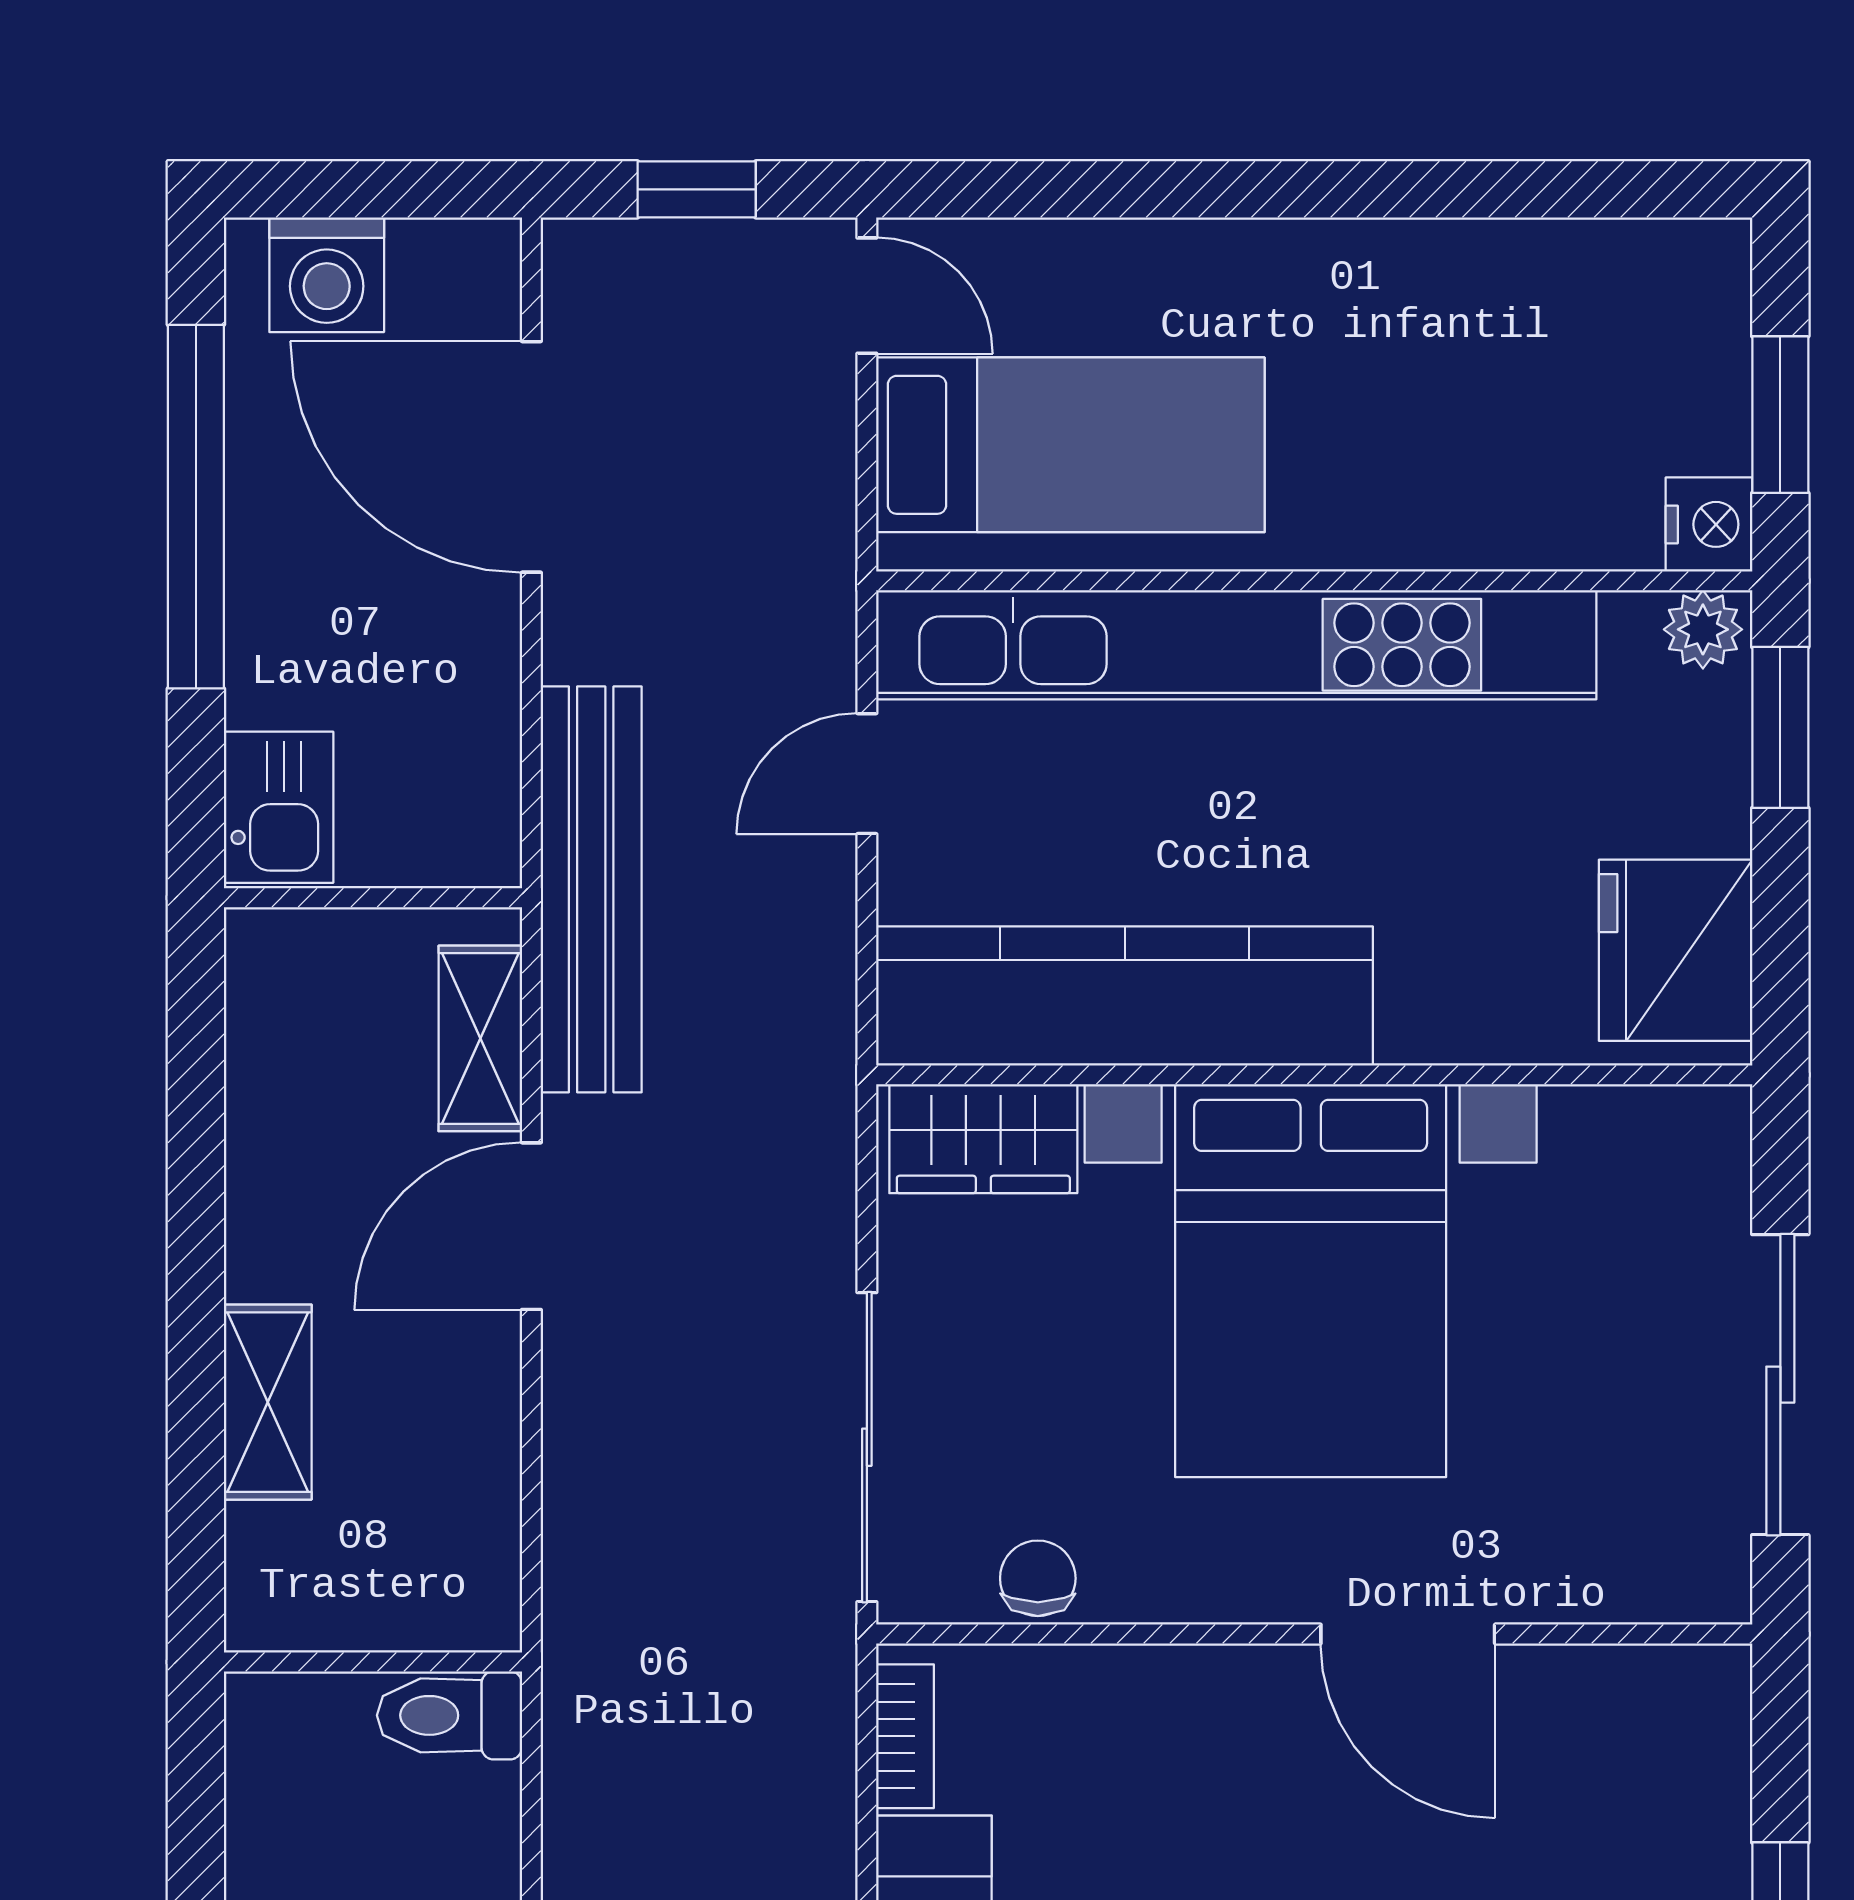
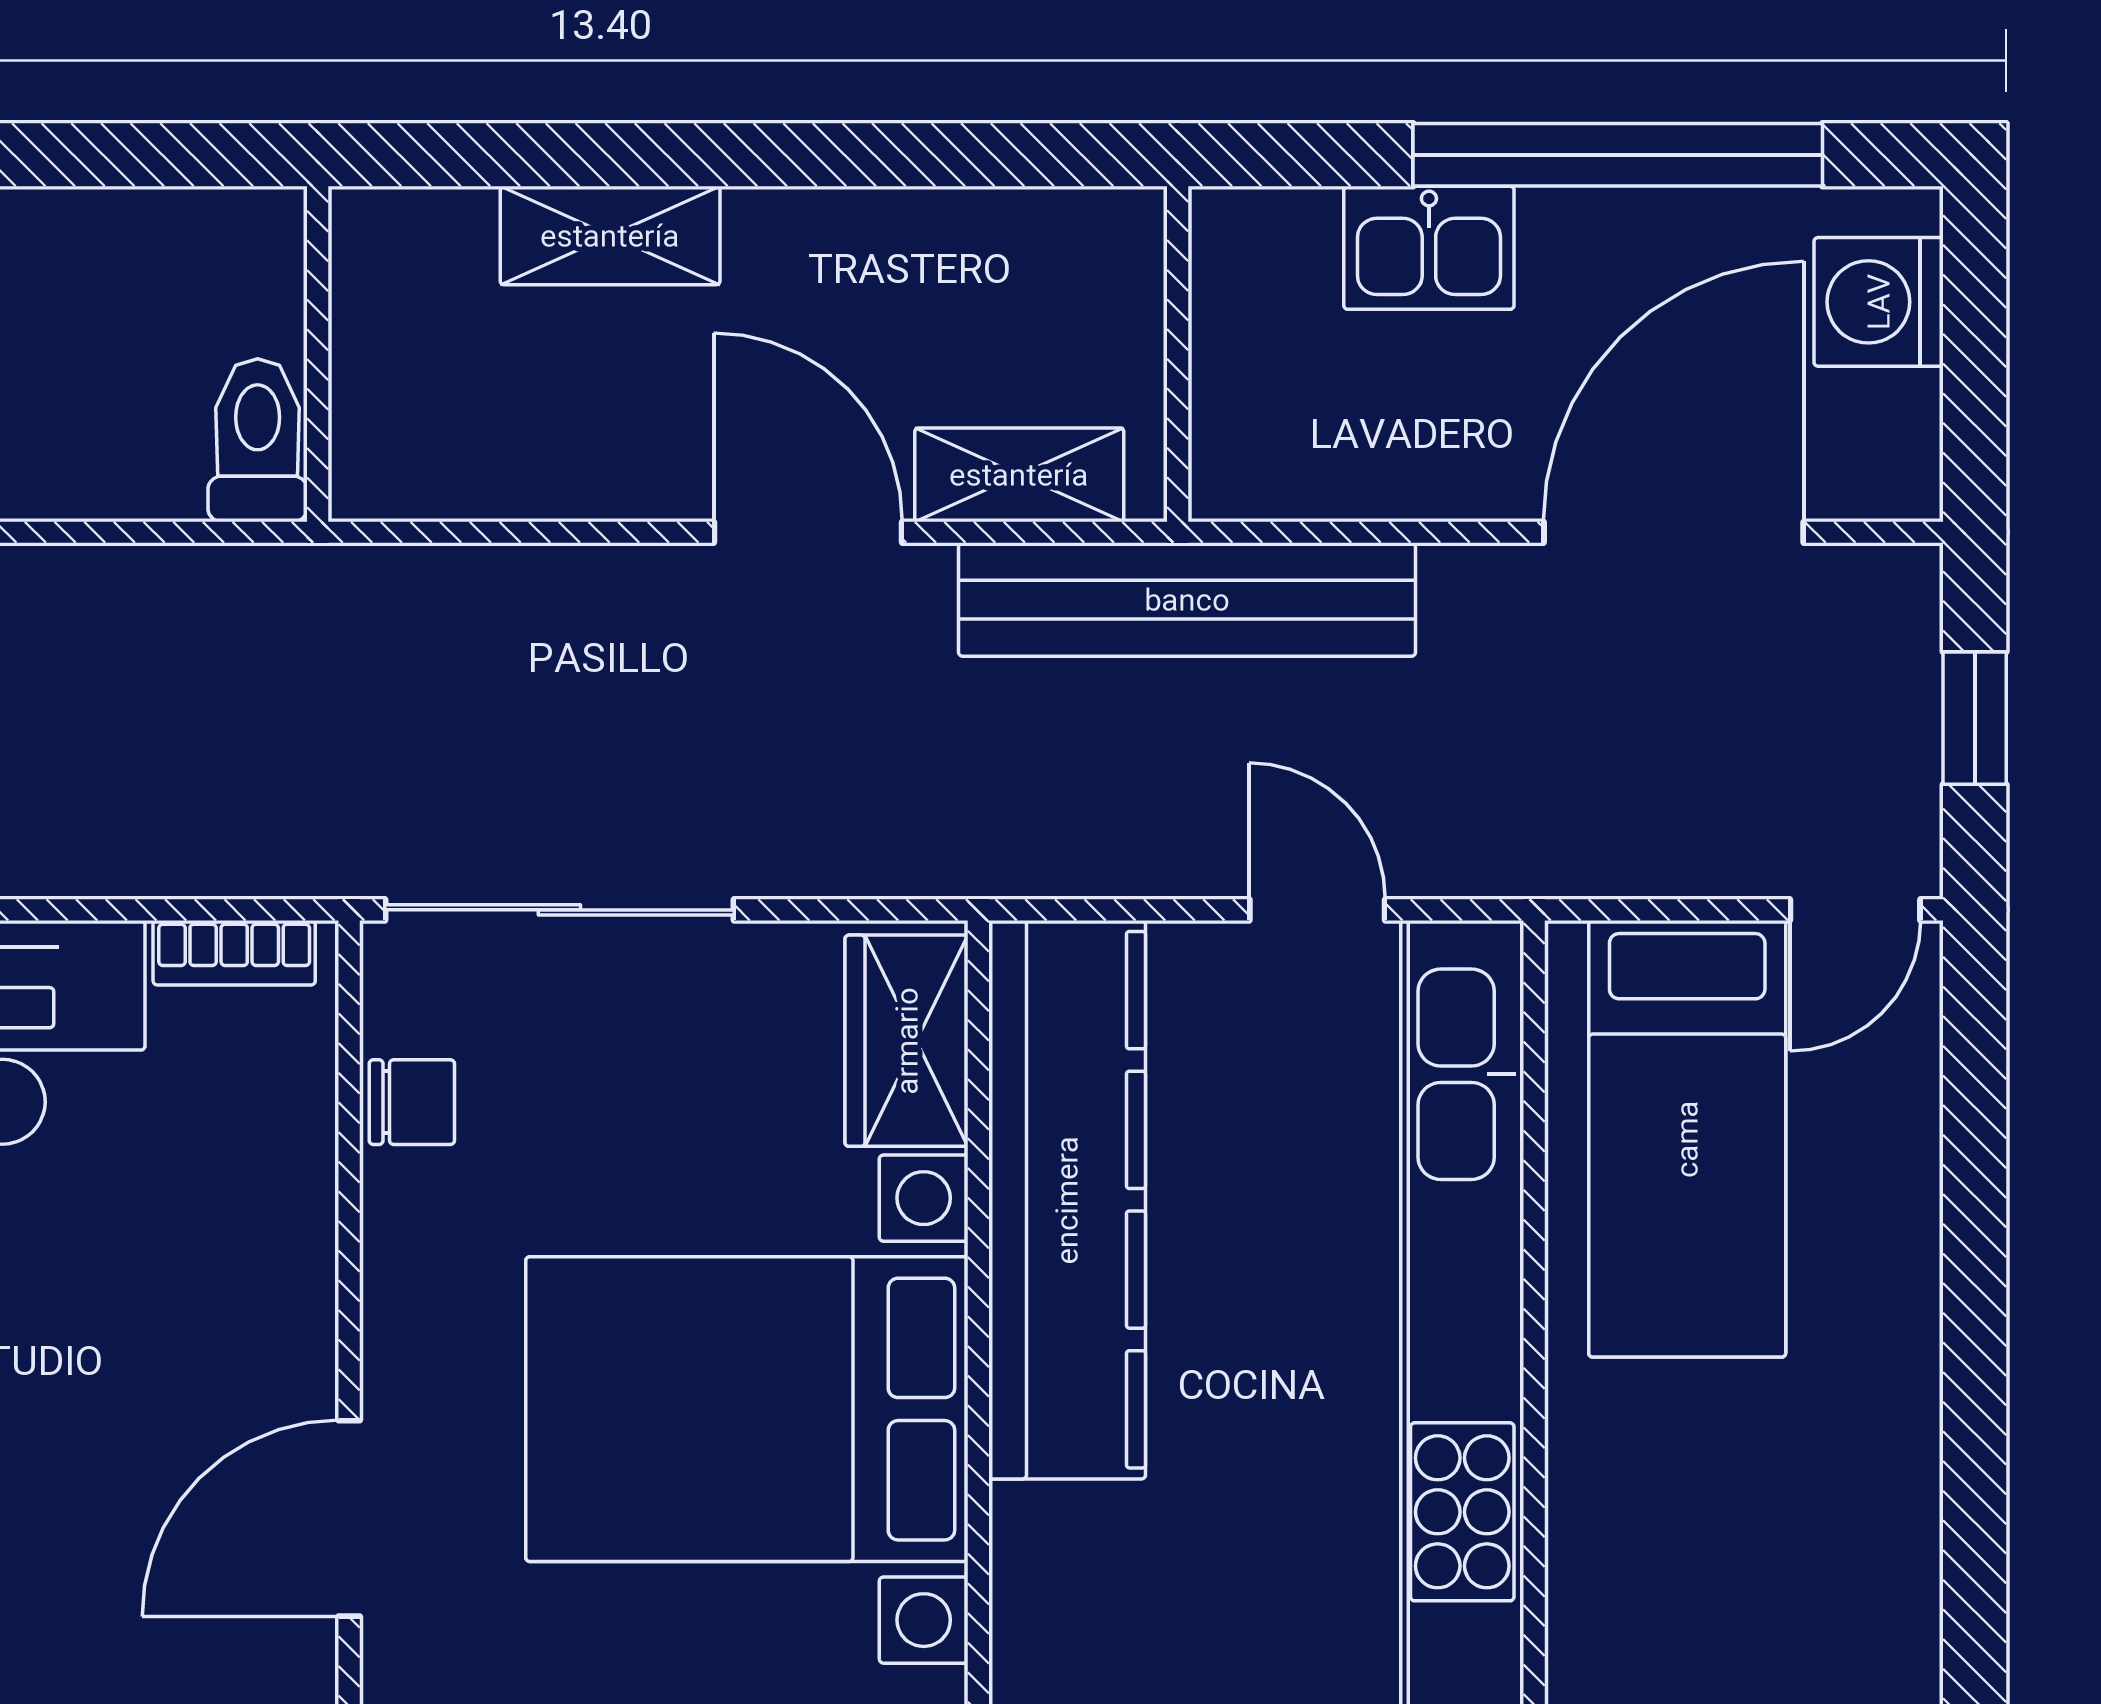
kitchen sink: (279, 807) -> (1429, 248), moved

